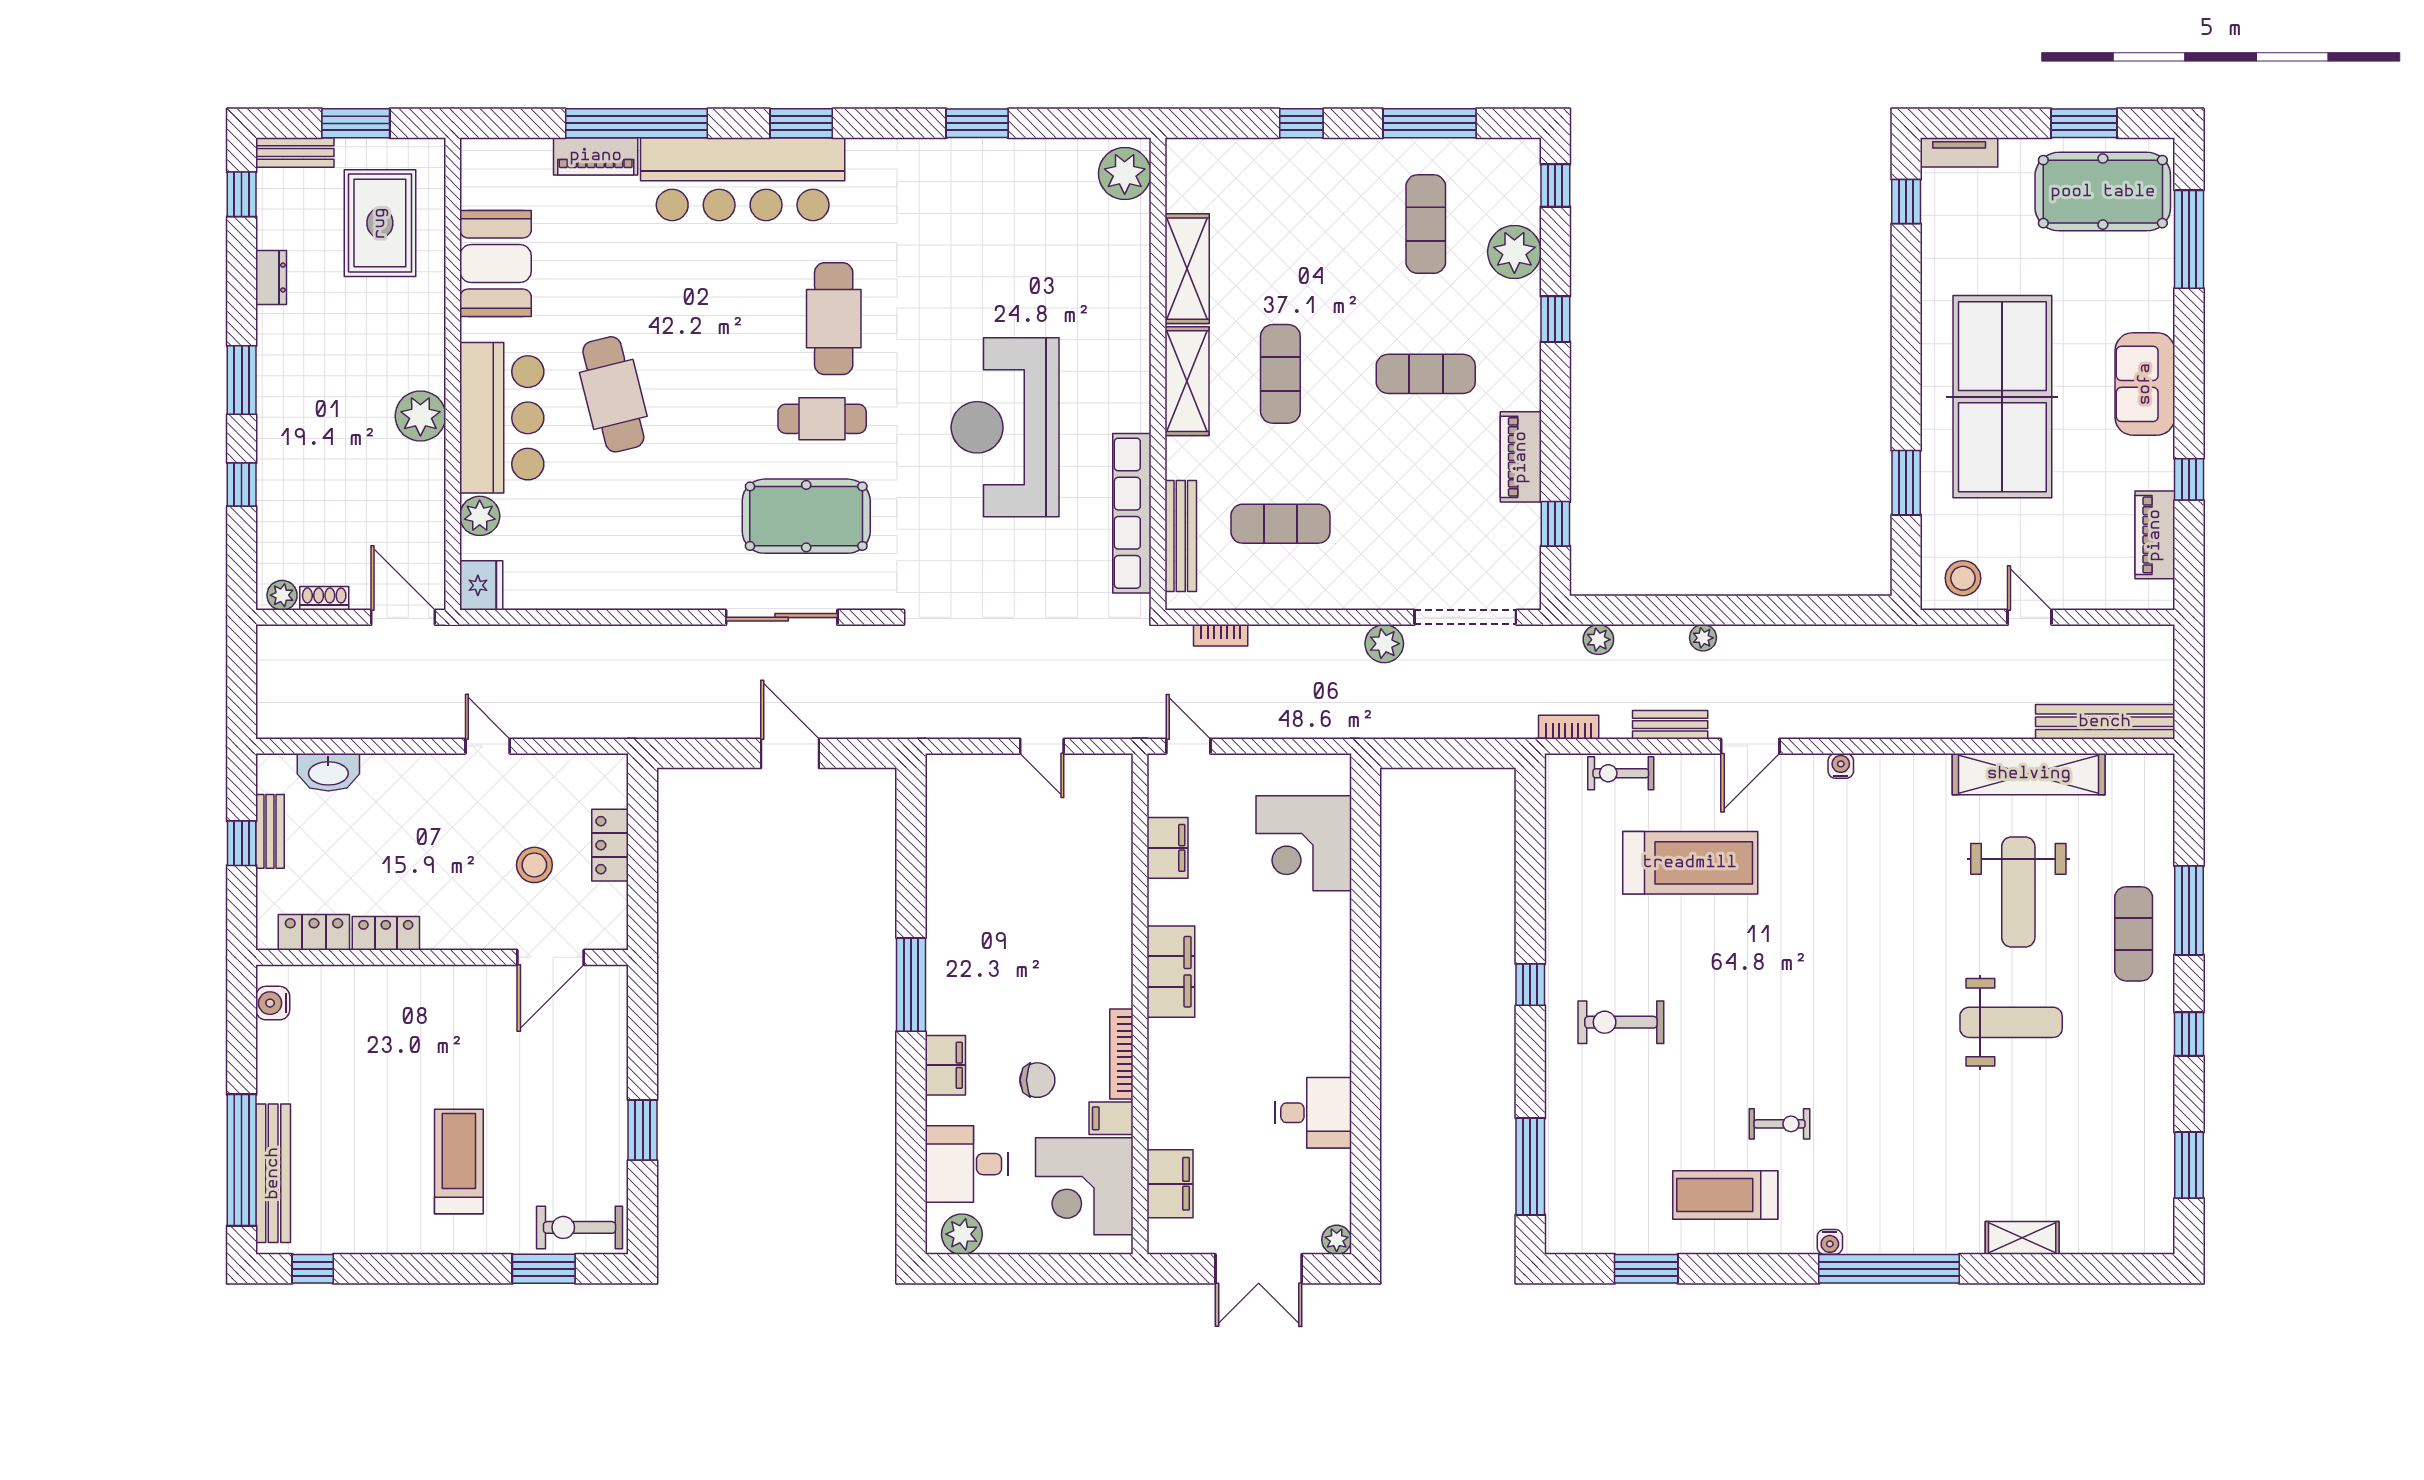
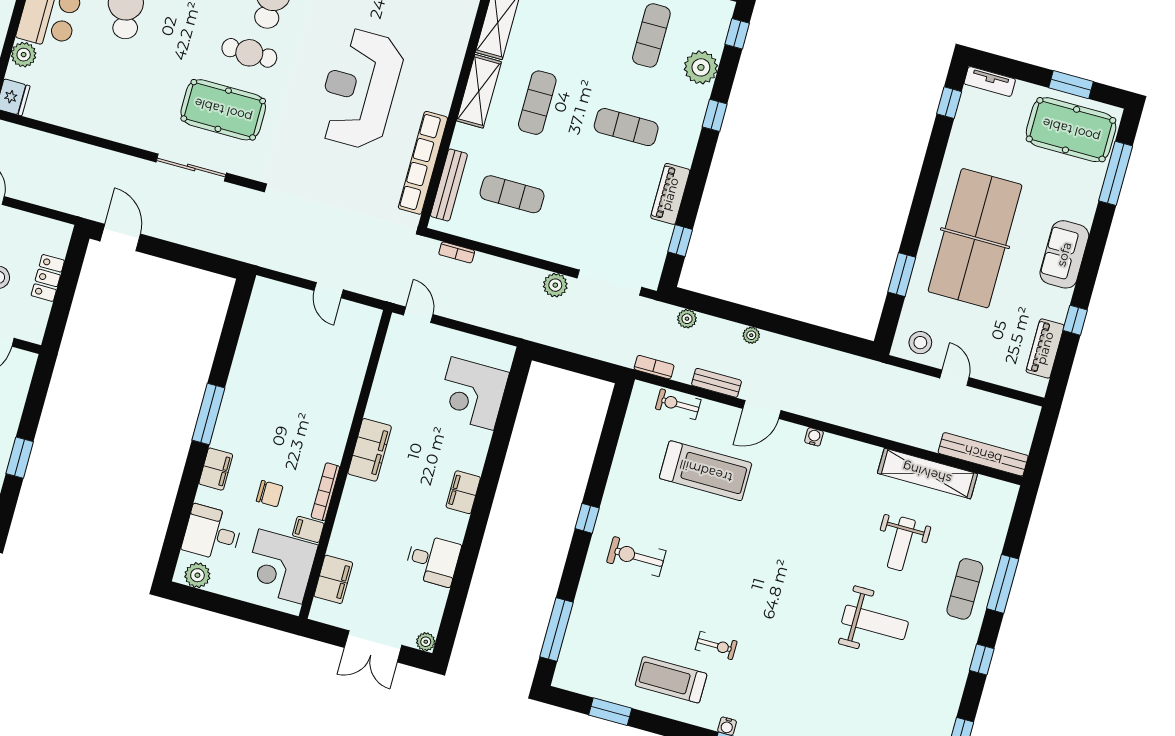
door: (790, 753) -> (120, 237), moved
filing cabinet: (1168, 848) -> (463, 492), moved, turned 180
weight bench: (2018, 892) -> (901, 544), width x0.73, depth x0.75

